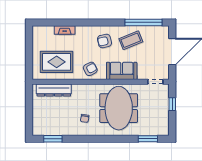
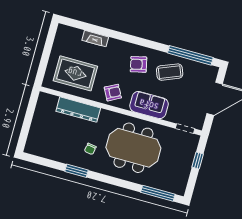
dresser: (54, 90) -> (78, 110), moved
meeting table: (119, 108) -> (133, 148), turned 90
window: (53, 139) -> (77, 171), moved
window: (148, 139) -> (158, 193), width x1.44

